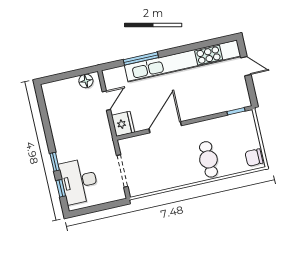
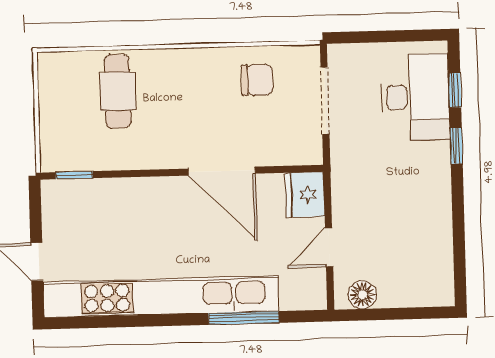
door: (165, 127) -> (222, 171), hinge flipped
chair: (254, 157) -> (257, 80), moved
cafe table: (208, 159) -> (118, 91), moved

